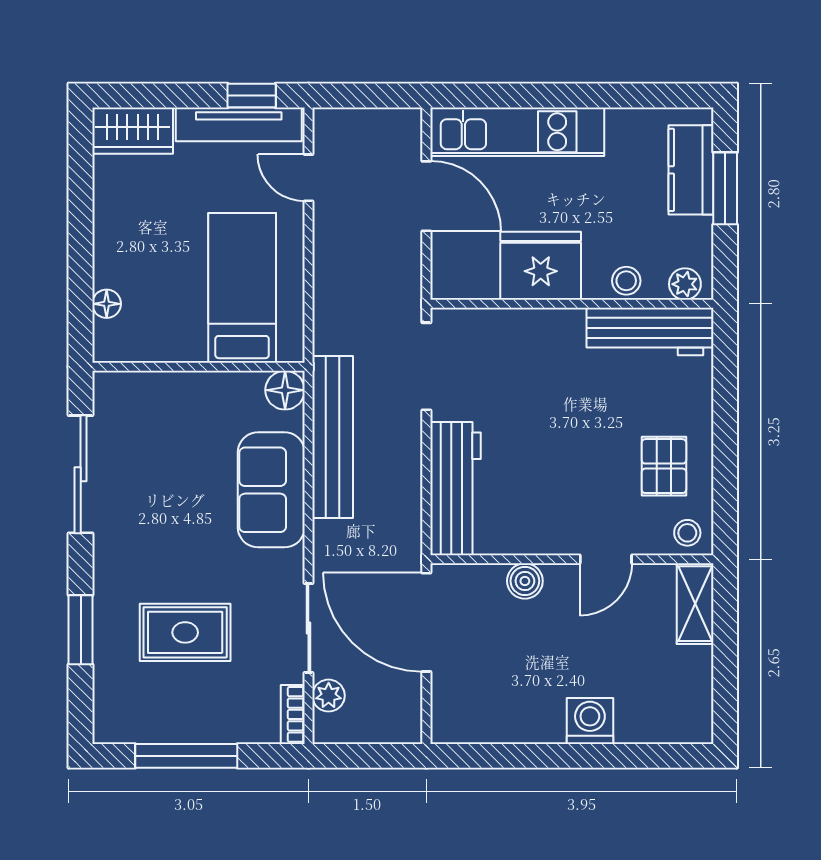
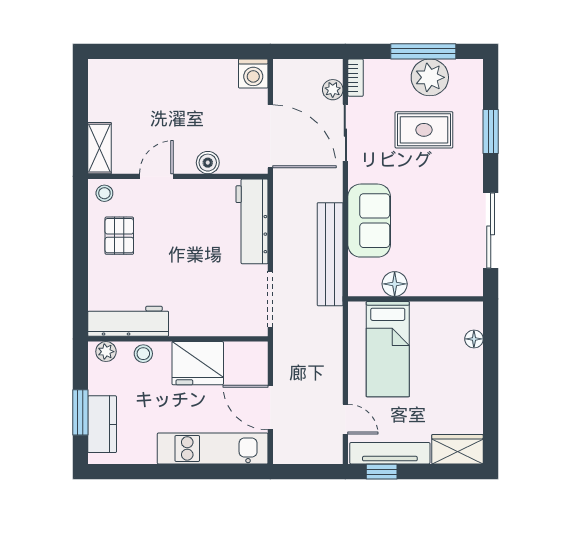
floor lamp: (285, 390) -> (395, 284), moved
plant: (176, 715) -> (430, 77), added
washing machine: (590, 721) -> (253, 74), moved

